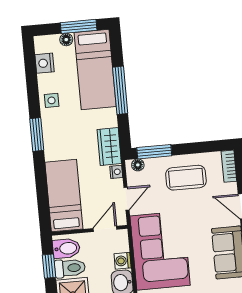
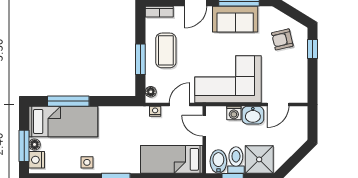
window: (79, 26) -> (24, 146), moved
nightstand: (44, 63) -> (37, 160), moved, turned 90
window: (120, 90) -> (68, 101), moved
wardrobe: (109, 146) -> (132, 115), removed
window: (154, 152) -> (140, 59), moved
door: (127, 199) -> (180, 104), hinge flipped

